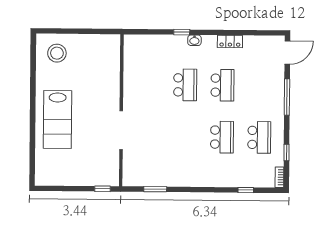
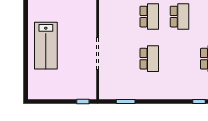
school desk: (222, 137) -> (149, 59), moved

